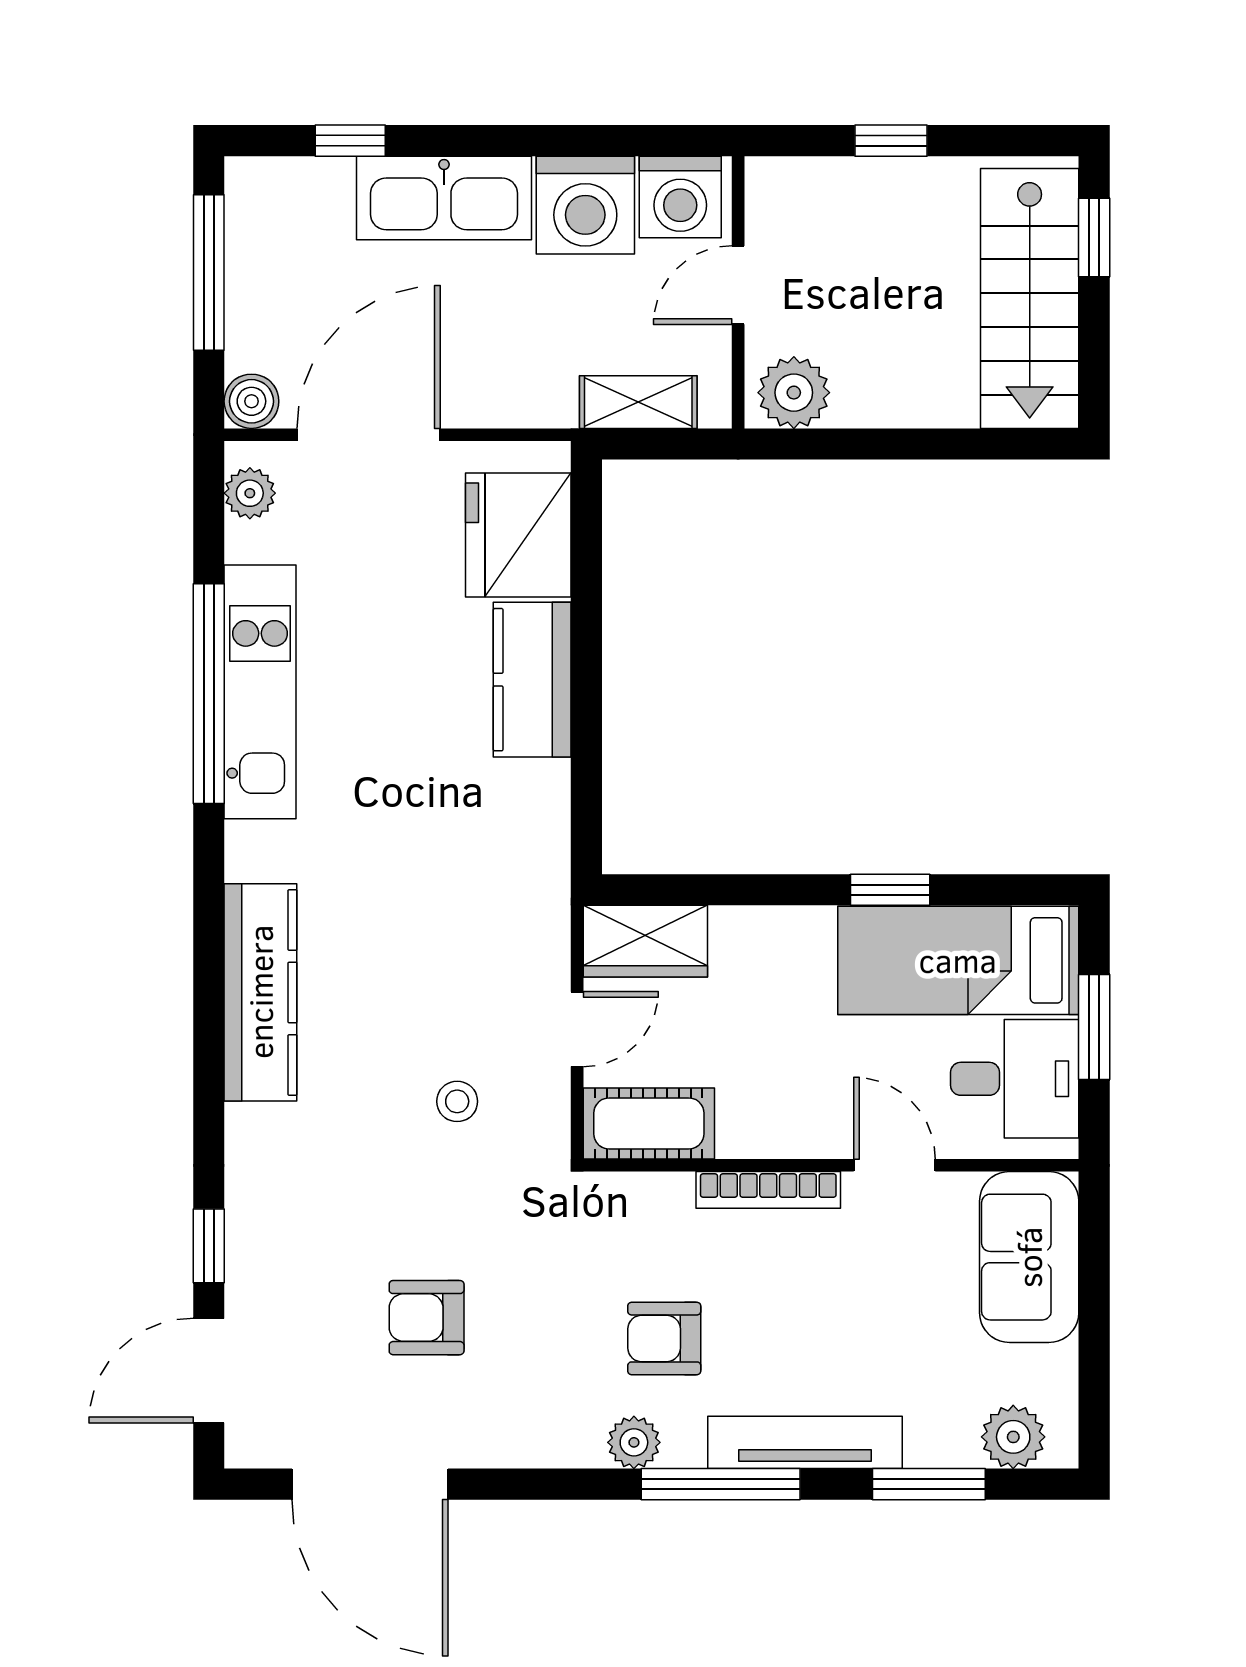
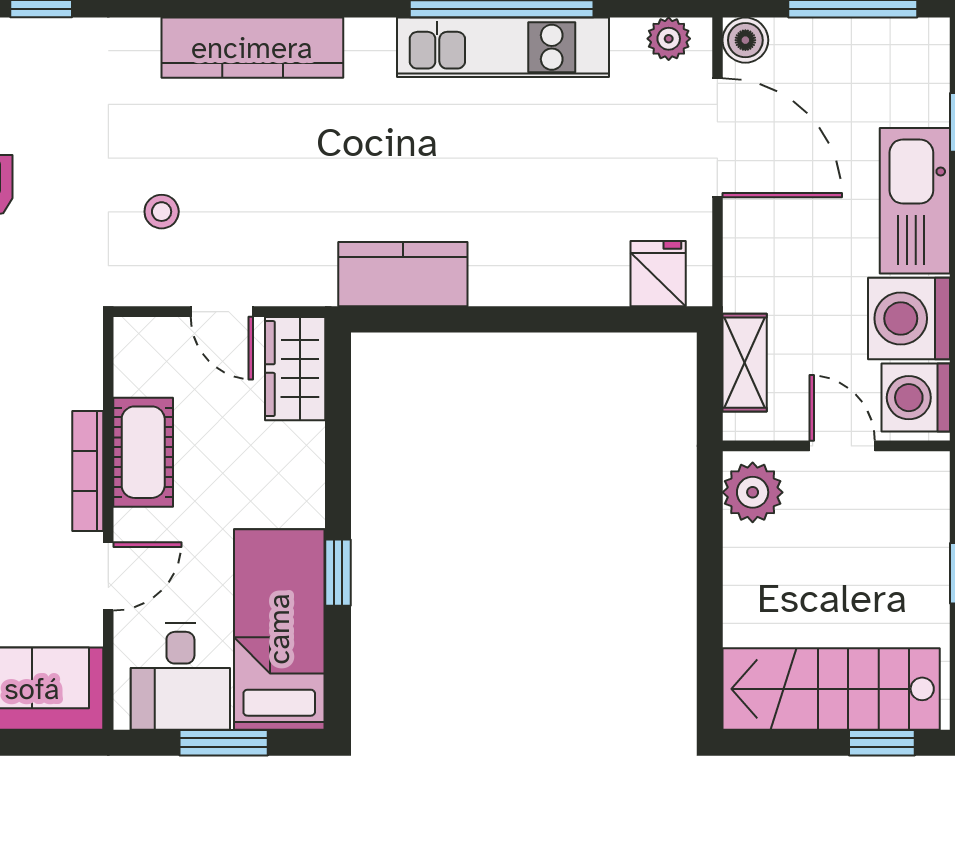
fridge: (518, 535) -> (658, 274), width x0.53, depth x0.75
kitchen counter: (532, 680) -> (403, 274), moved
cot: (649, 1123) -> (143, 452), moved

